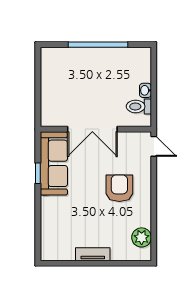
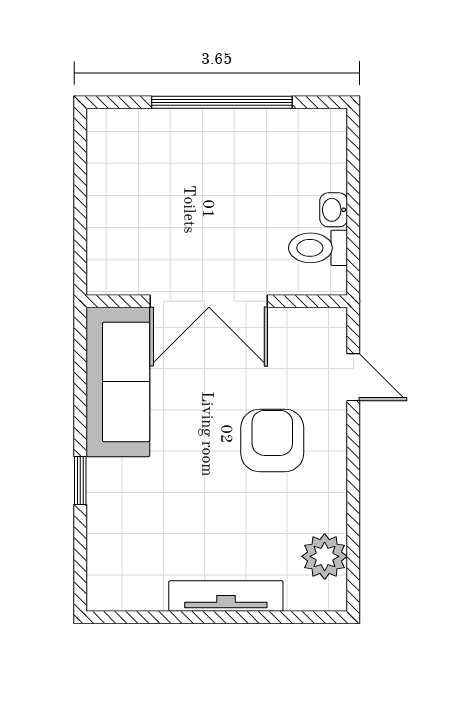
door: (154, 146) -> (353, 377), moved
window: (38, 173) -> (80, 481), moved
tv unit: (93, 254) -> (226, 596), width x1.41

